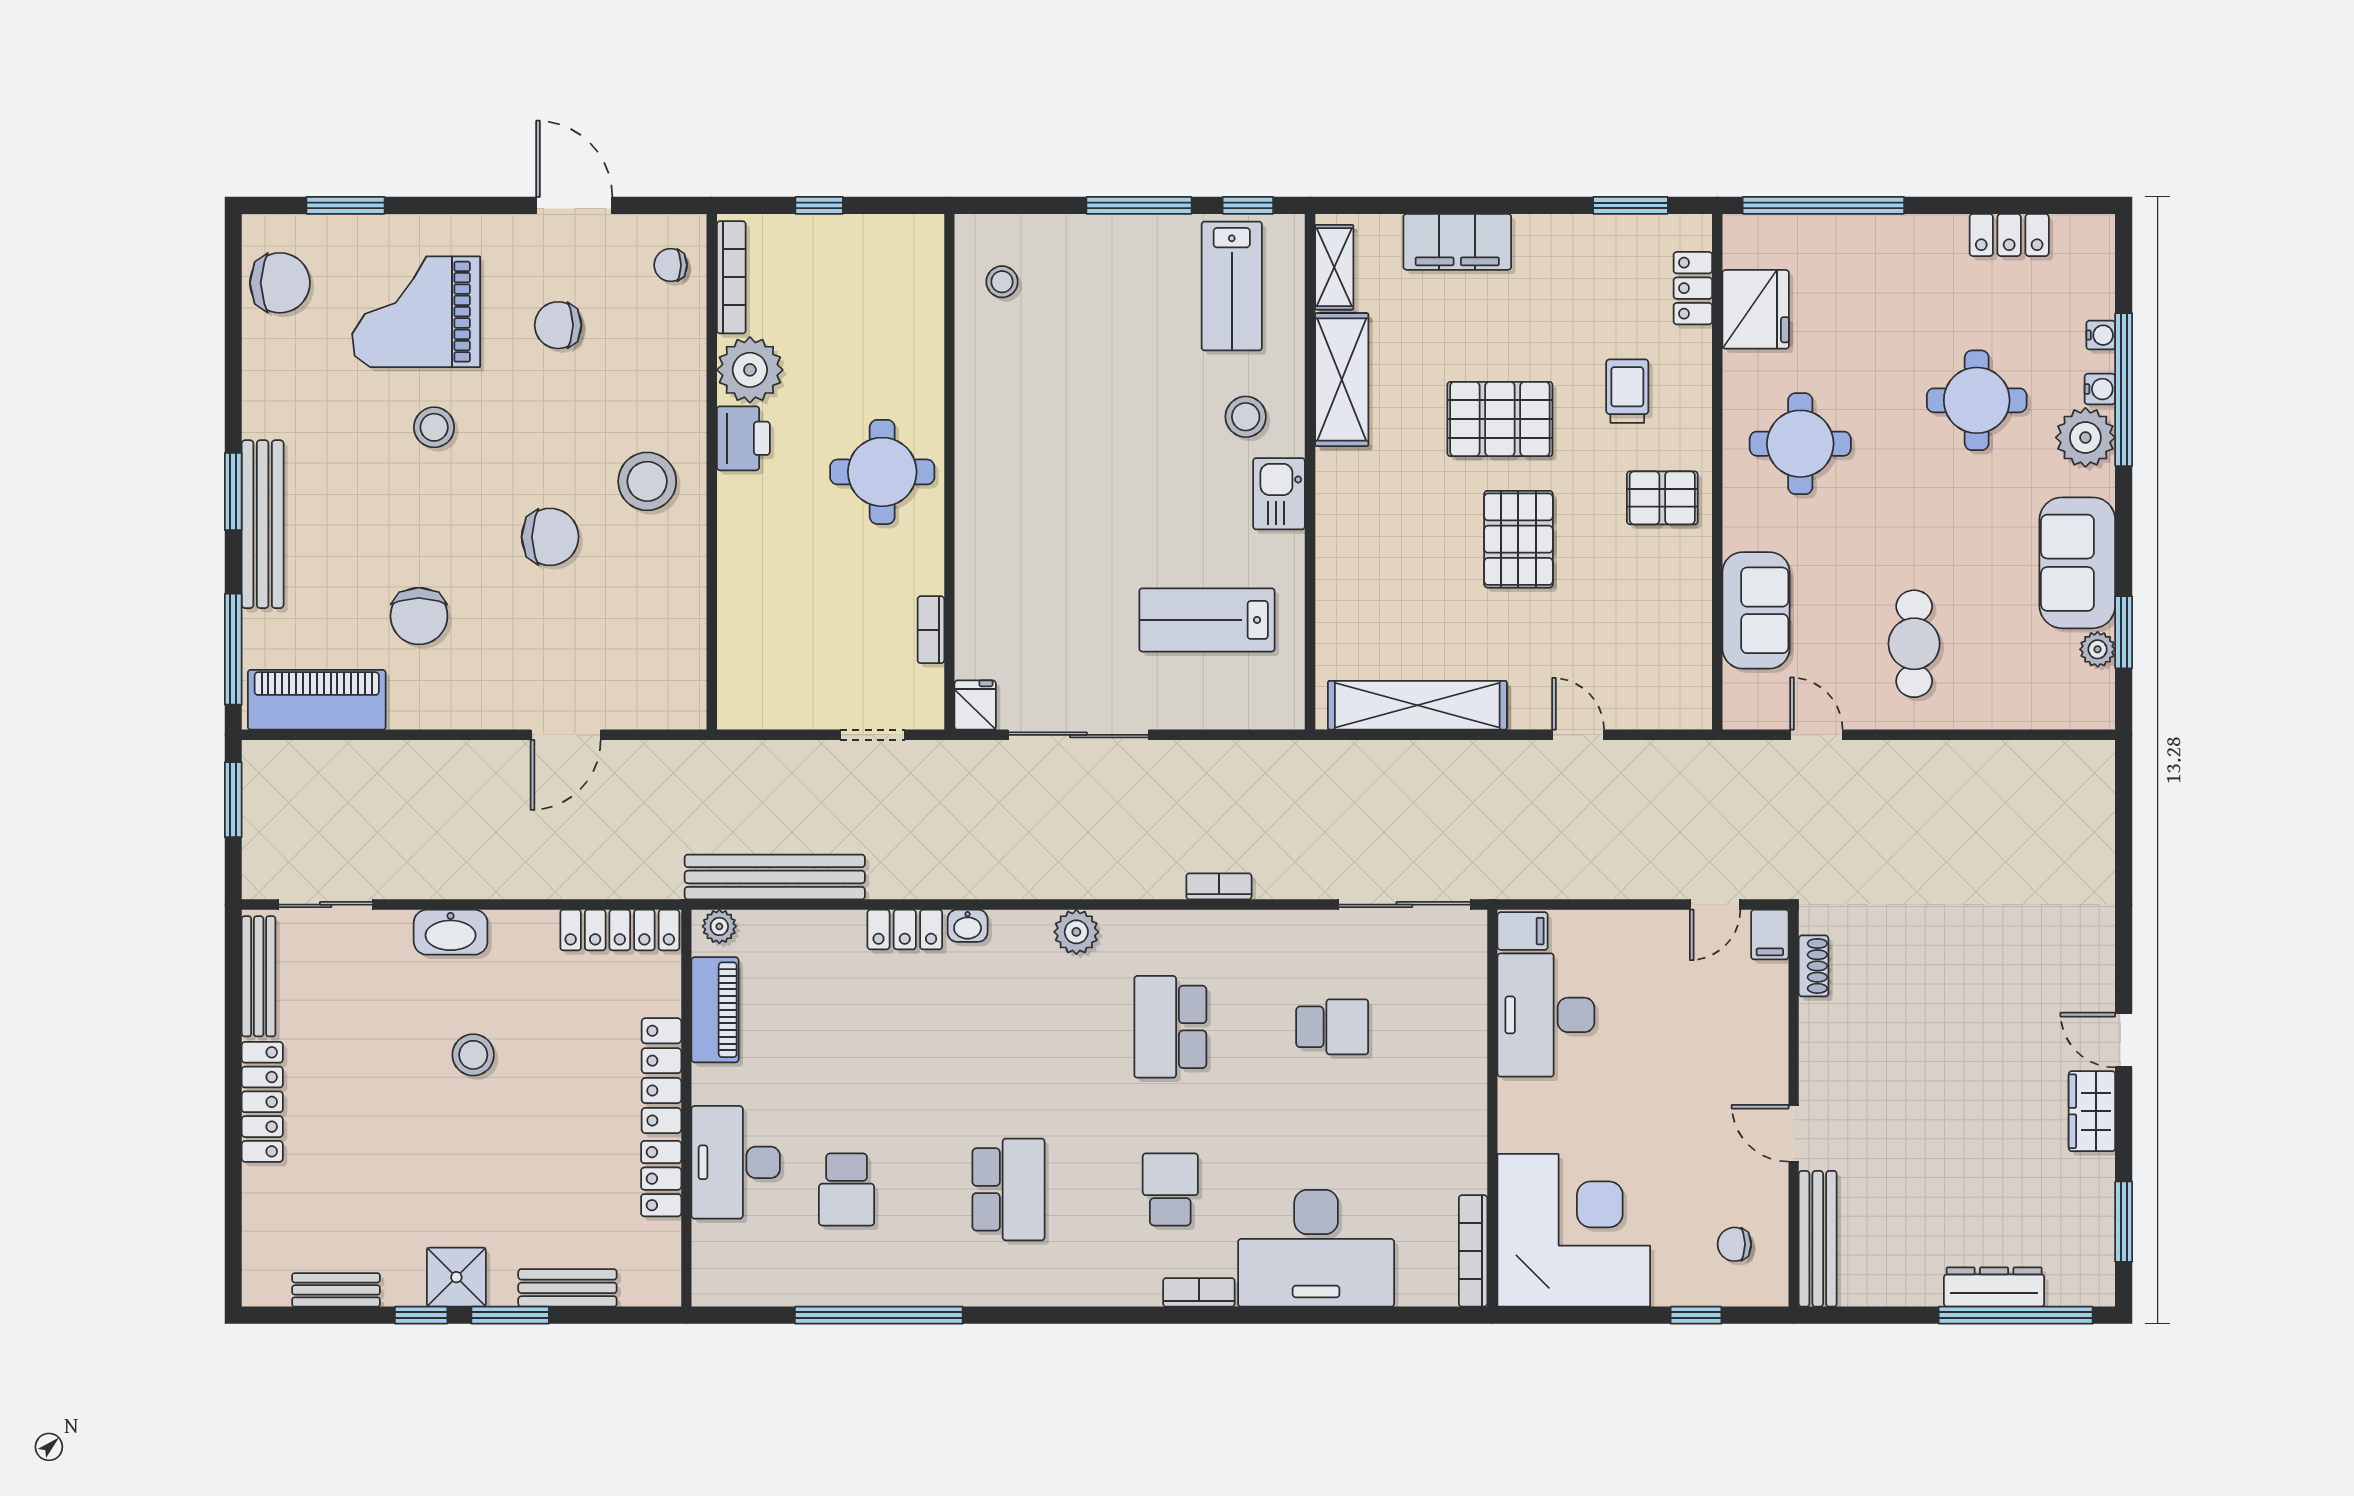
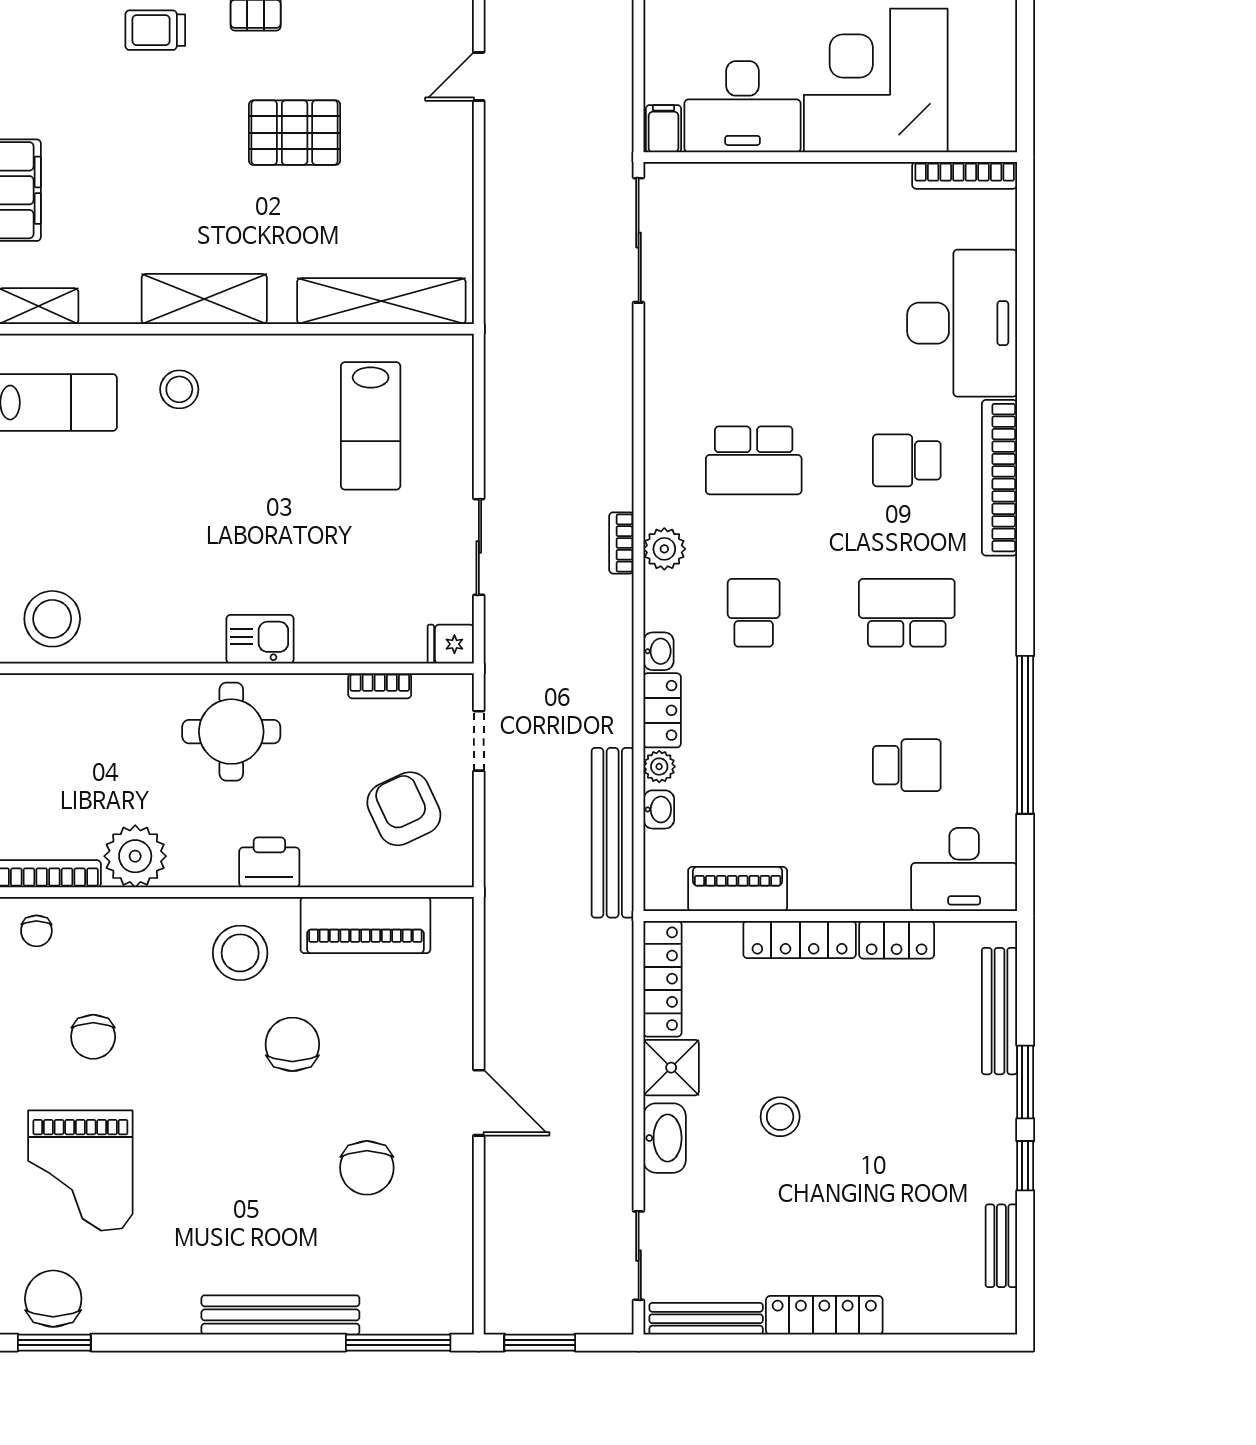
stool: (1002, 282) -> (52, 619), width x1.89, depth x1.89
shelving: (1342, 380) -> (204, 299), moved
pallet: (1500, 419) -> (181, 150), removed
stool: (434, 427) -> (189, 1153), removed
printer: (743, 438) -> (269, 862), moved
window: (233, 492) -> (54, 1343), moved
kitchen sink: (1279, 494) -> (260, 639), moved, turned 180
chair: (419, 616) -> (367, 1168), turned 90
armchair: (800, 655) -> (404, 809), added
piano: (317, 700) -> (365, 925), moved, turned -90
shelving: (1417, 705) -> (381, 301), moved, turned 90
door: (566, 735) -> (479, 1103), moved
sliding door: (1078, 735) -> (479, 547), width x0.73
bookcase: (1219, 886) -> (621, 543), moved
plant: (719, 926) -> (659, 767), moved
washbasin: (800, 926) -> (659, 809), added
school desk: (1332, 1027) -> (754, 613), moved
desk: (736, 1162) -> (964, 870), moved
corner desk: (1574, 1230) -> (876, 80), moved
shower: (456, 1277) -> (671, 1068), moved
bench: (567, 1288) -> (999, 1011), width x1.36
bookcase: (1199, 1292) -> (999, 478), width x2.31, depth x1.31

